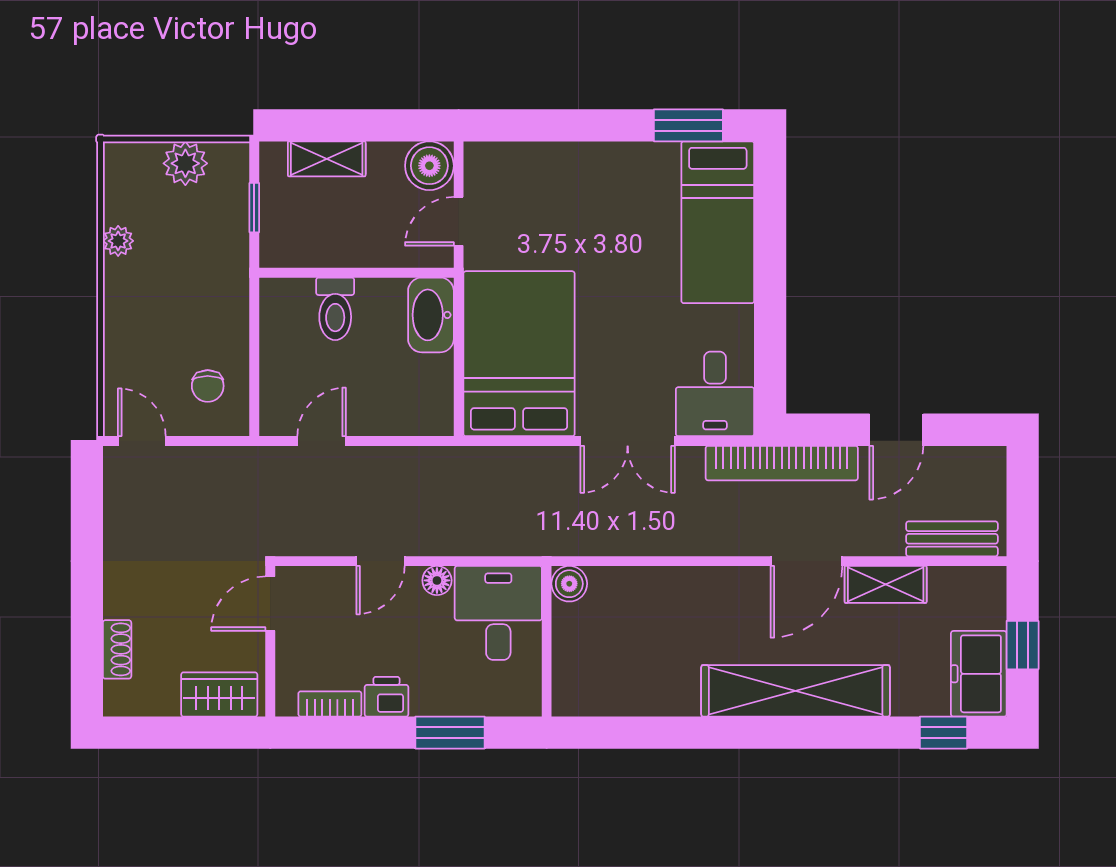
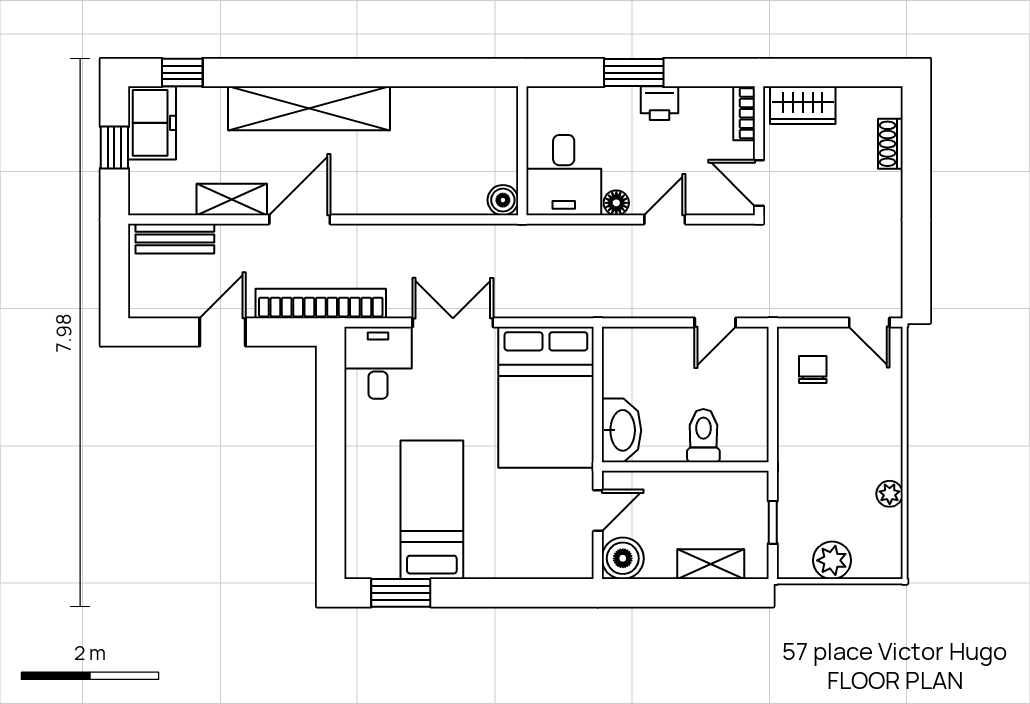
bed: (718, 222) -> (432, 510), moved
door: (270, 604) -> (759, 183), swing flipped
bookcase: (330, 704) -> (744, 113), moved, turned 90
window: (450, 733) -> (634, 73), moved

